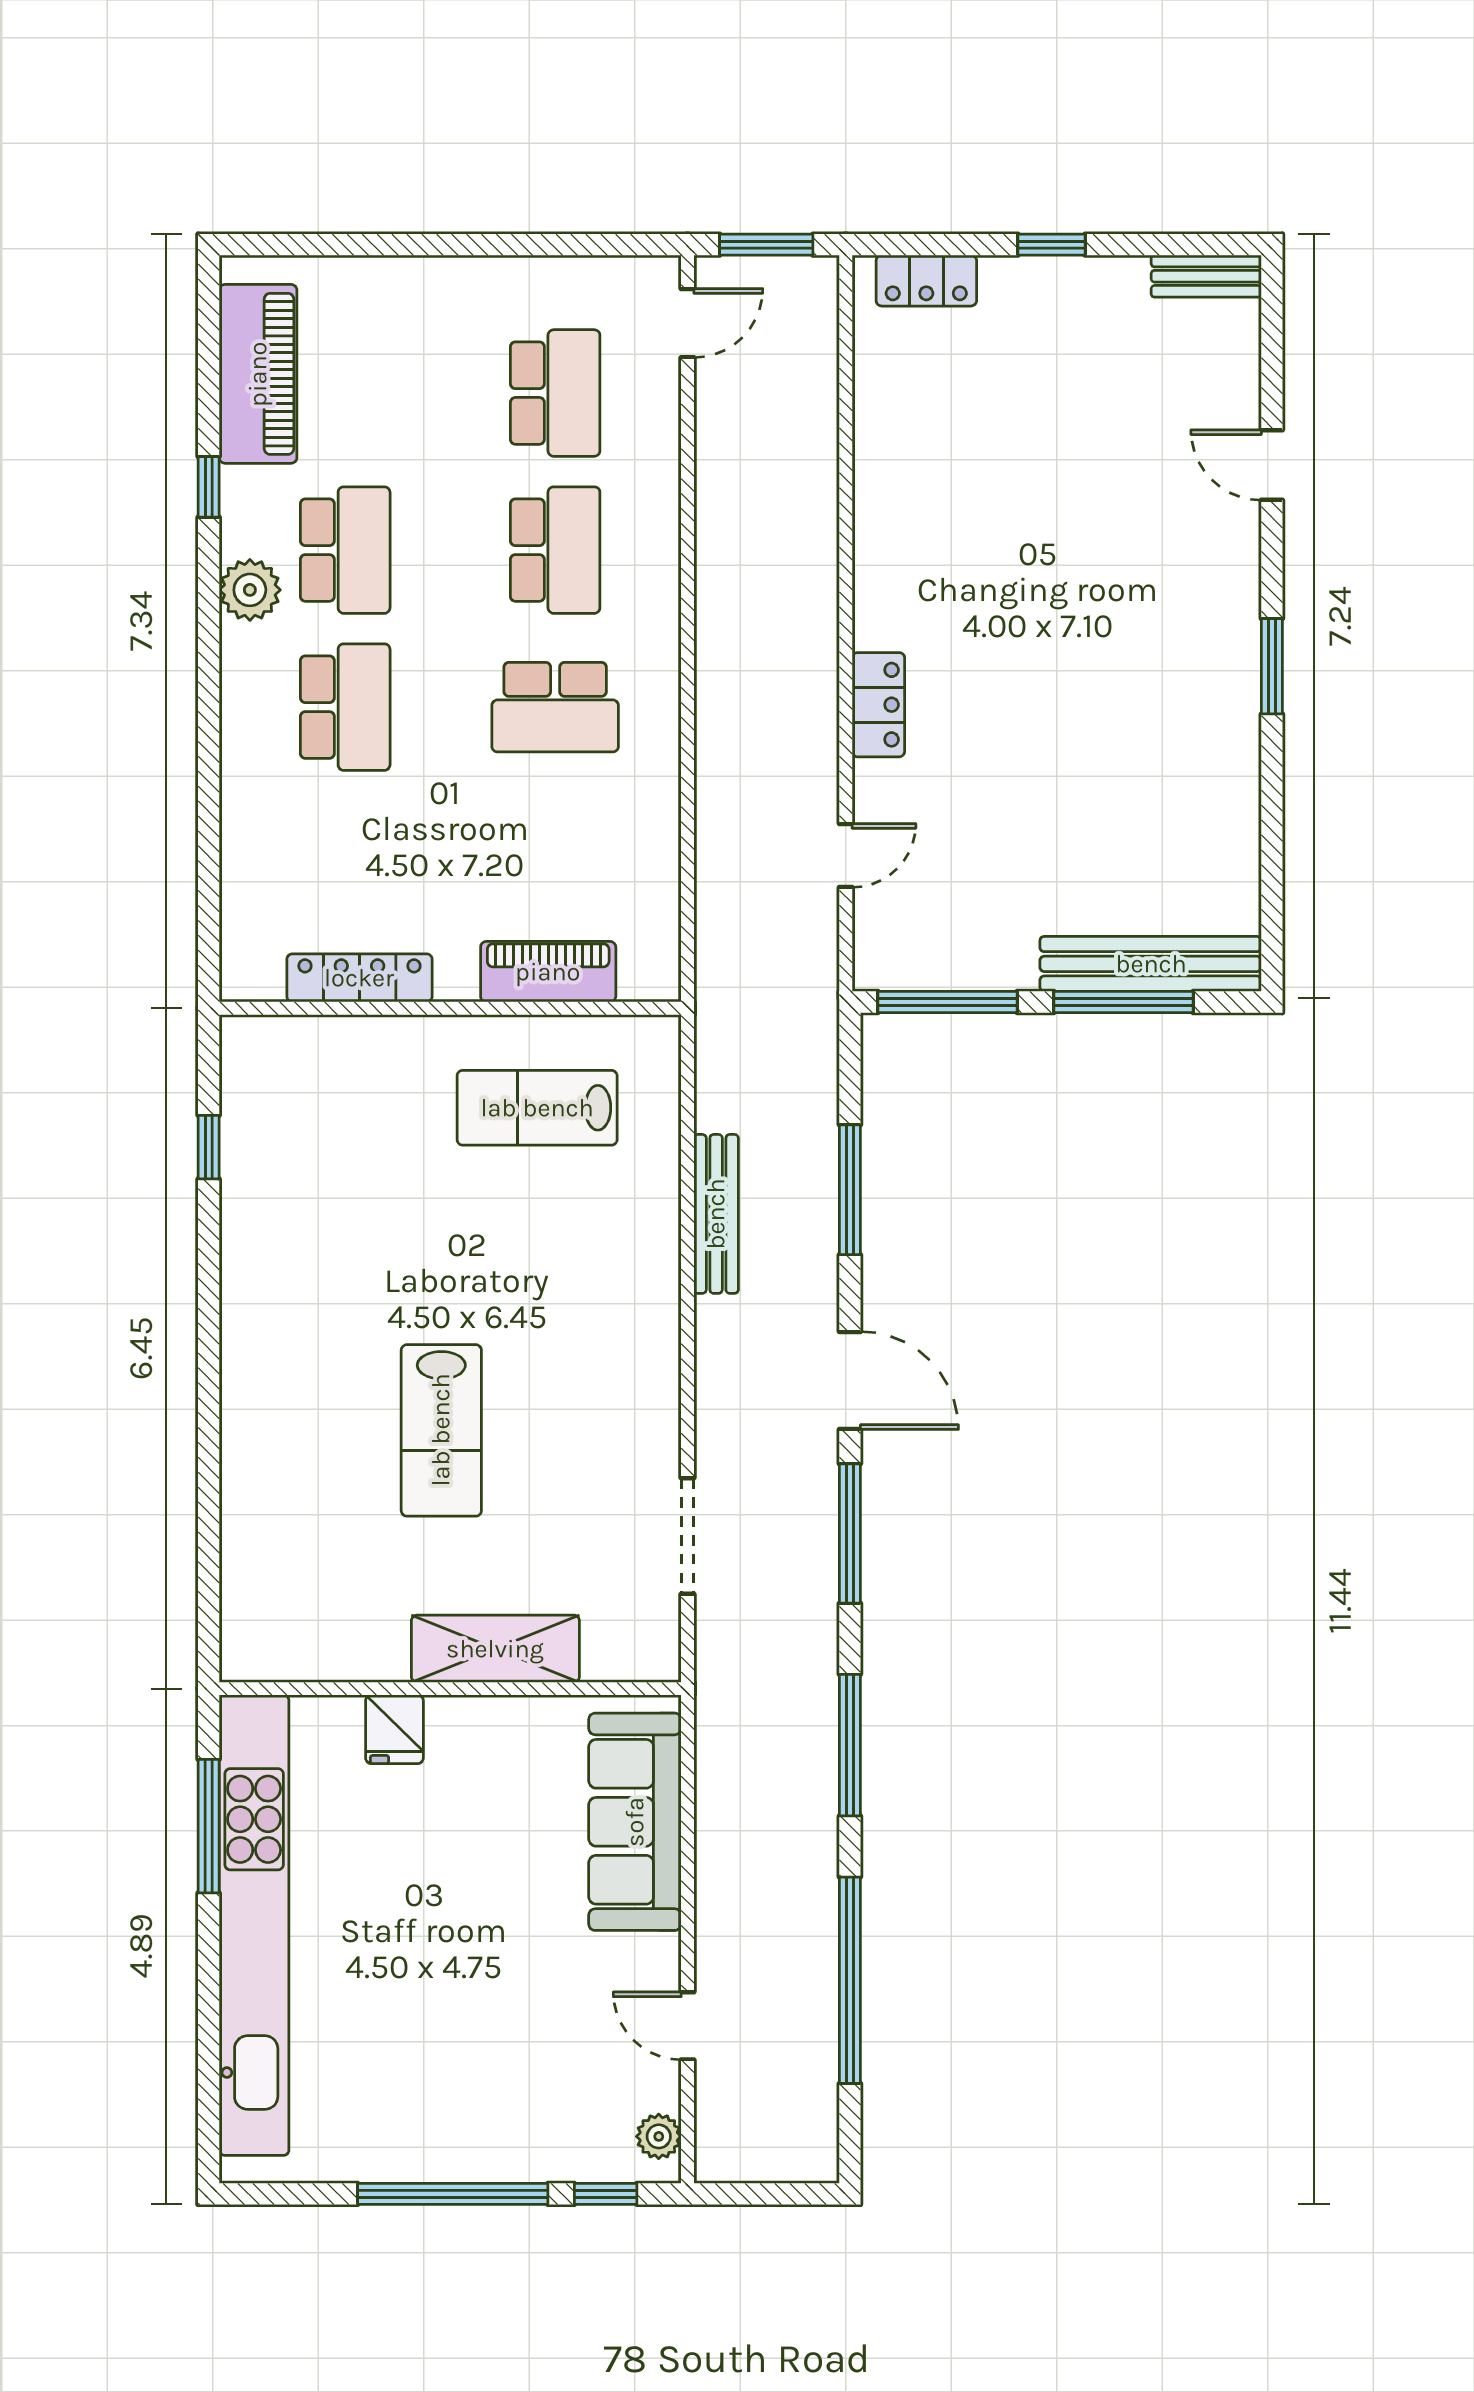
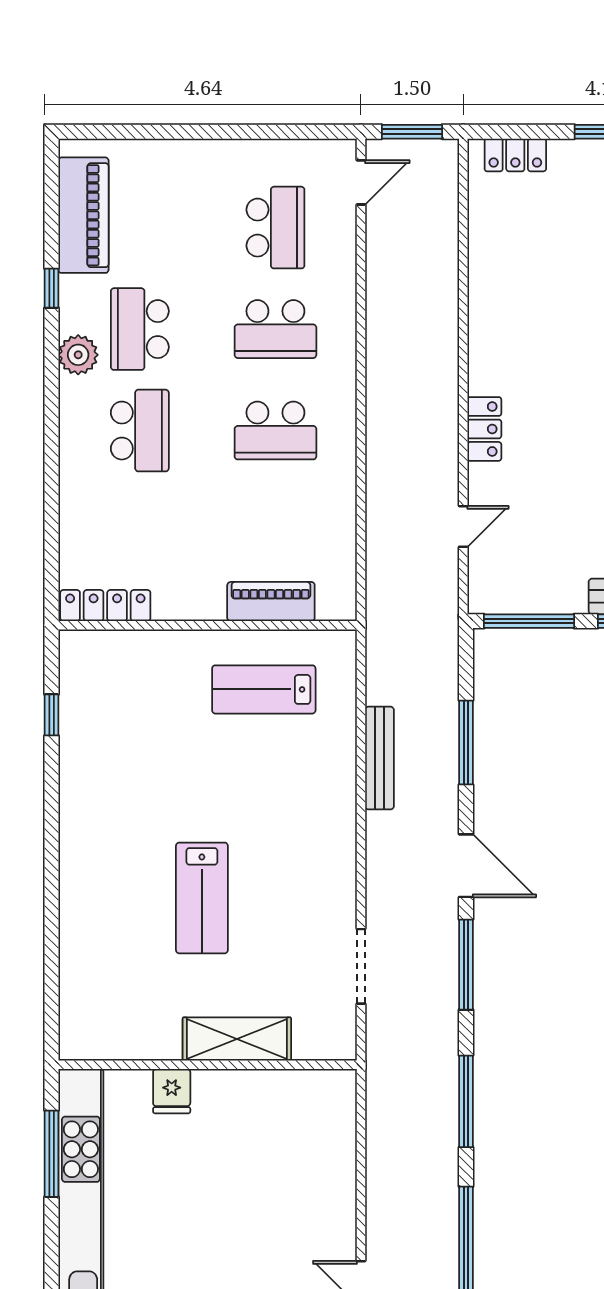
school desk: (345, 550) -> (140, 329), turned 180
school desk: (555, 550) -> (275, 329), turned 90
locker: (359, 978) -> (105, 606), moved
sofa: (635, 1822) -> (327, 1151), removed

